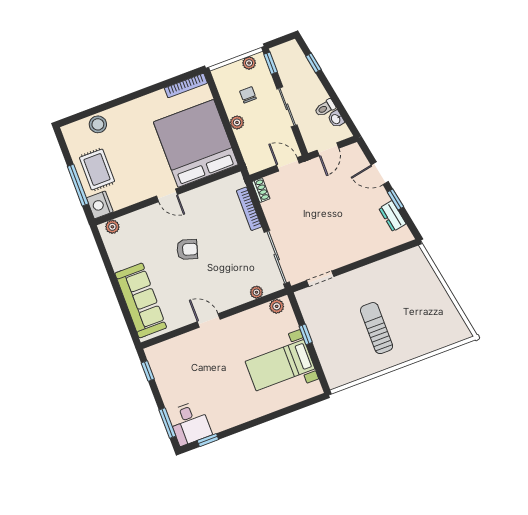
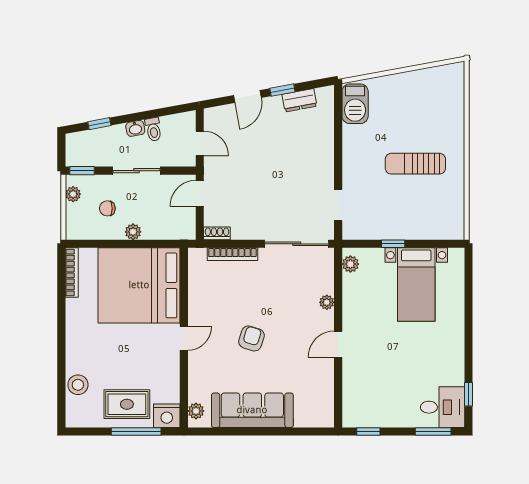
washbasin: (336, 119) -> (135, 128), moved
barbecue: (406, 262) -> (355, 104), added
plant: (256, 292) -> (327, 302), moved
sofa: (141, 300) -> (252, 410), moved

